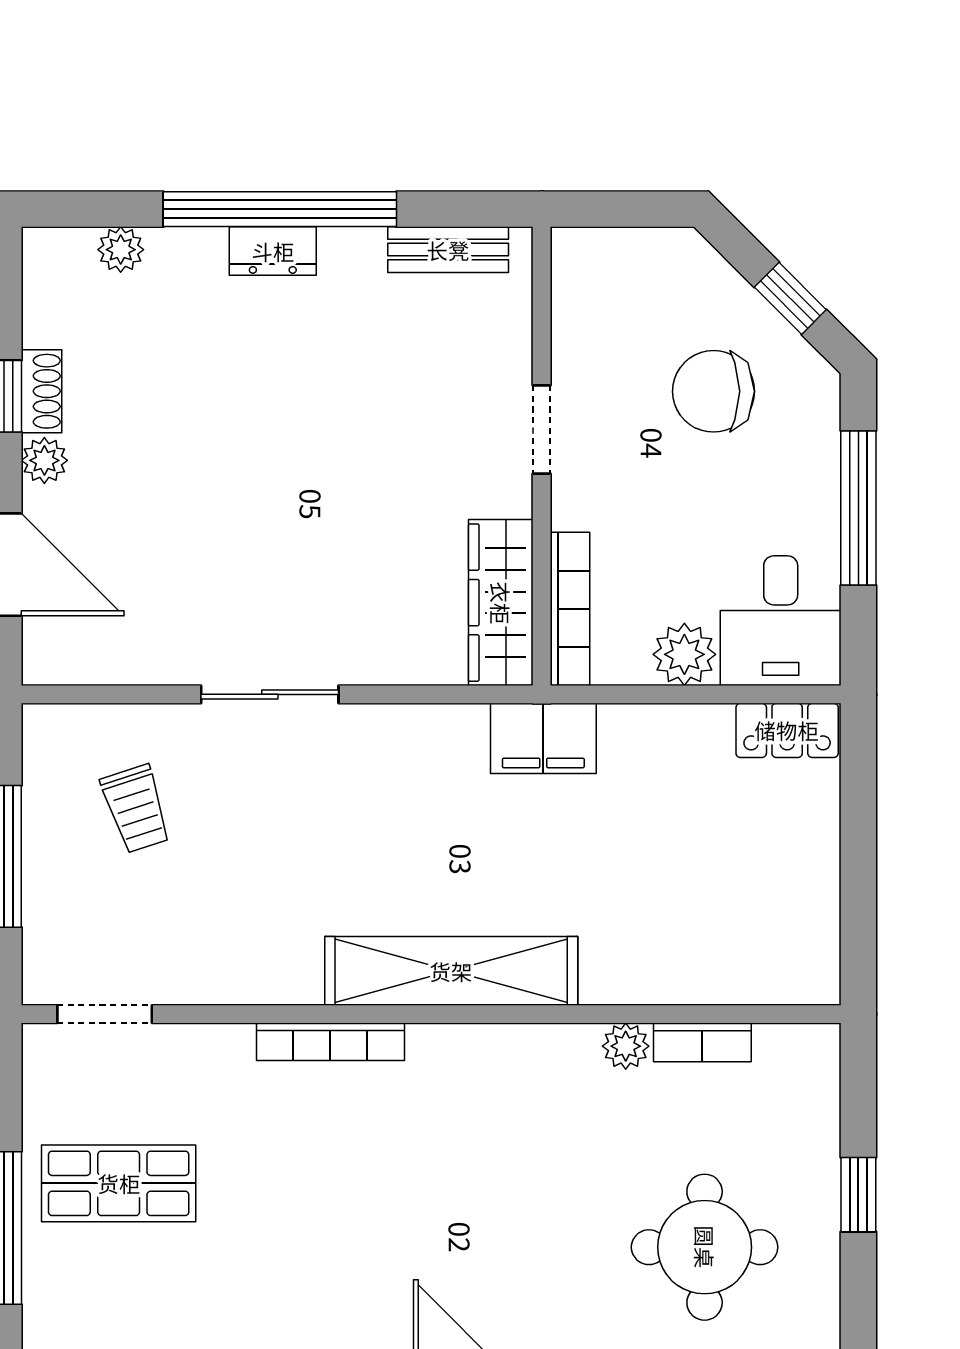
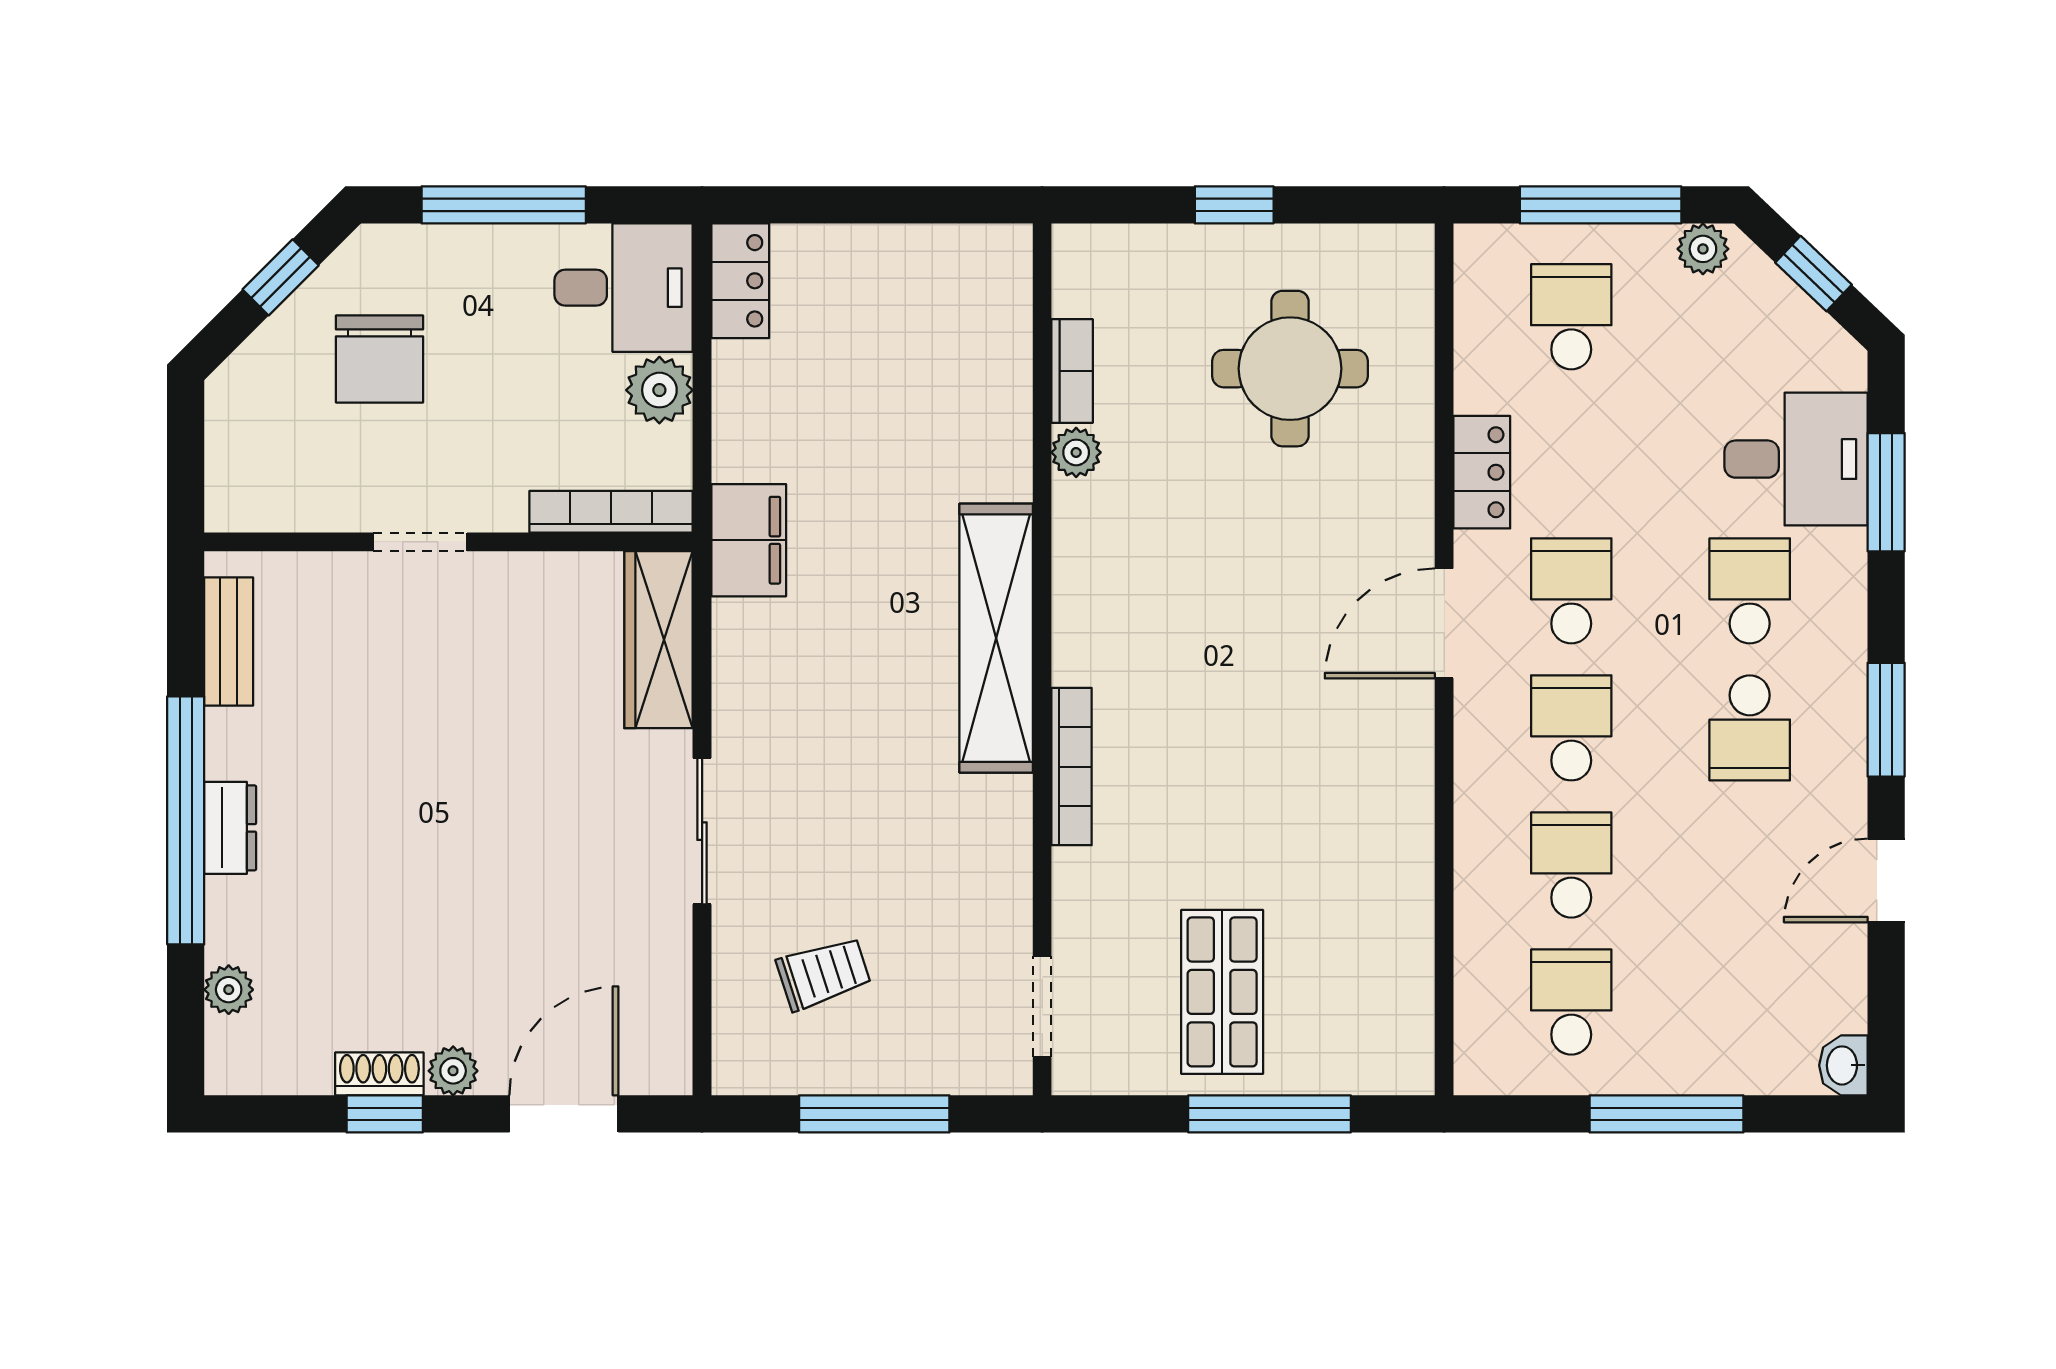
wardrobe: (501, 603) -> (659, 640), moved, turned 90

